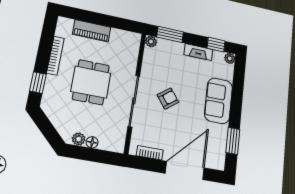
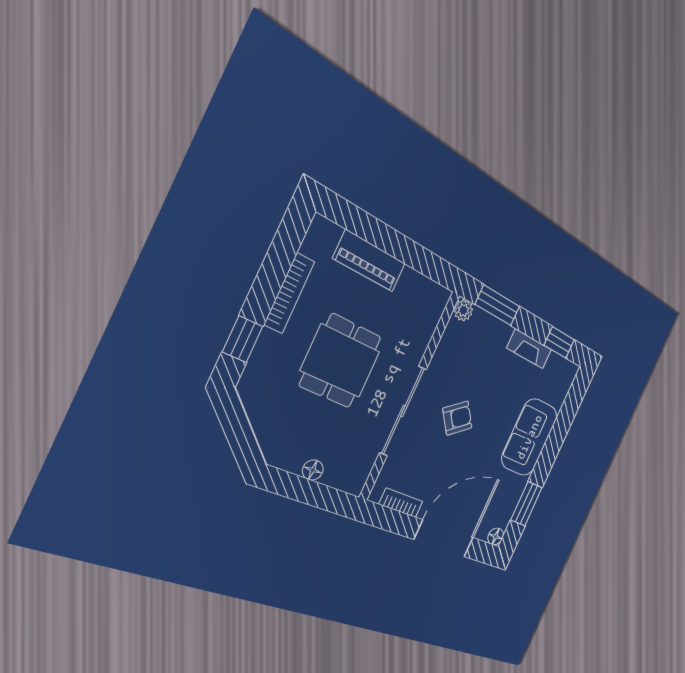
plant: (230, 58) -> (570, 371), removed
plant: (79, 139) -> (291, 461), removed
floor lamp: (219, 165) -> (496, 536), added

